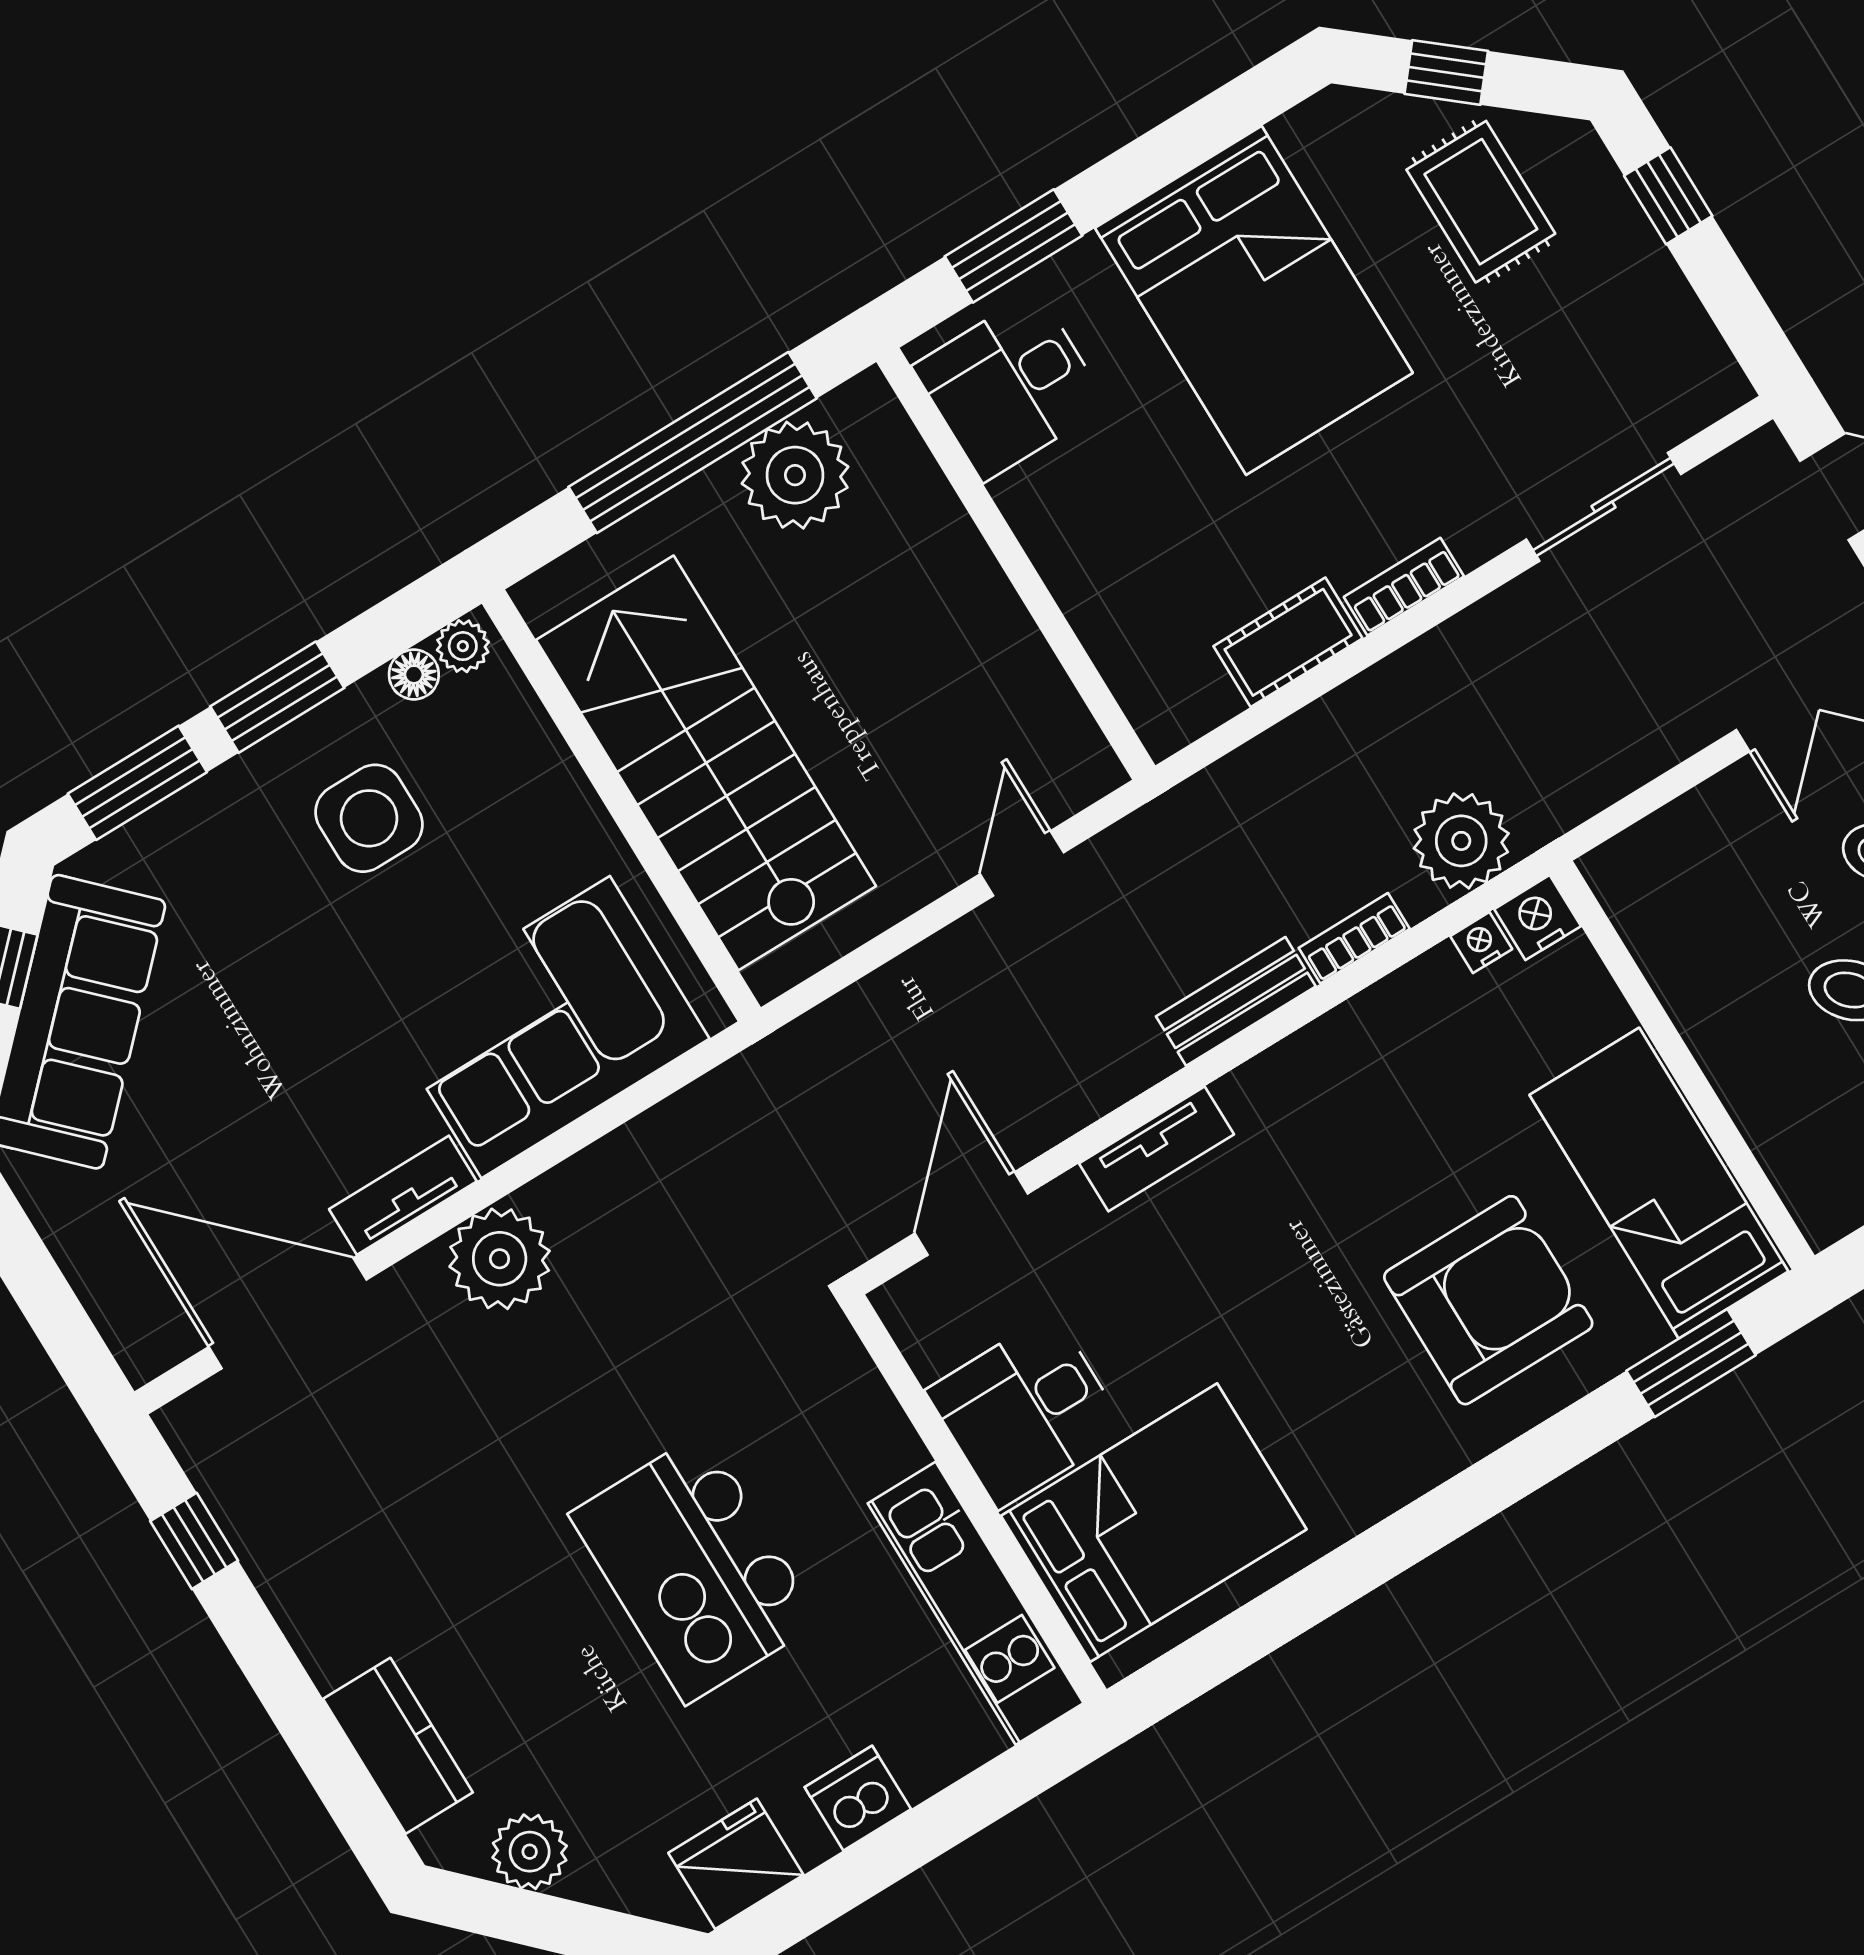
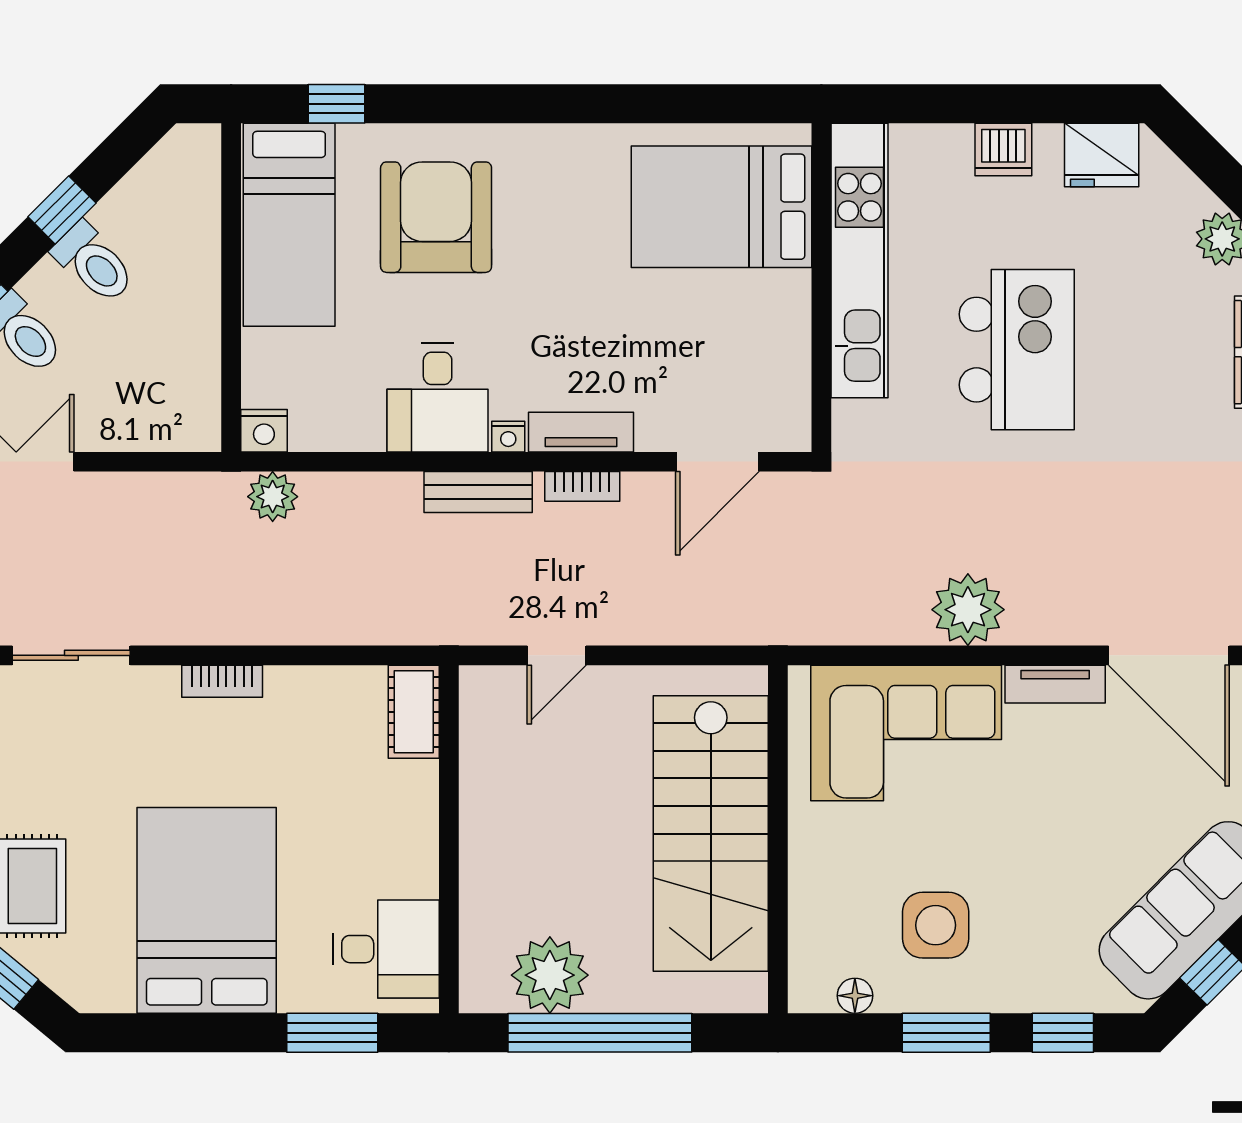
cot: (1288, 642) -> (414, 712), moved, turned 90
plant: (463, 646) -> (815, 995), removed
window: (137, 783) -> (1063, 1033), width x0.67
plant: (1461, 841) -> (273, 497), width x0.73, depth x0.73
bookcase: (1354, 938) -> (582, 486), moved
nightstand: (1481, 943) -> (508, 437), moved
plant: (500, 1259) -> (968, 610), moved
armchair: (1488, 1300) -> (436, 217), turned 90
window: (1691, 1363) -> (336, 104), width x0.67
desk: (1026, 1411) -> (438, 398), moved, turned 90
kitchen unit: (976, 1603) -> (859, 260), width x1.36

